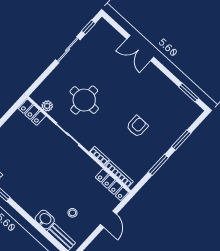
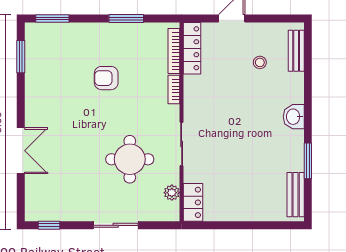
sliding door: (68, 50) -> (116, 225), moved
window: (181, 140) -> (52, 19), moved
washbasin: (45, 219) -> (294, 117), moved

